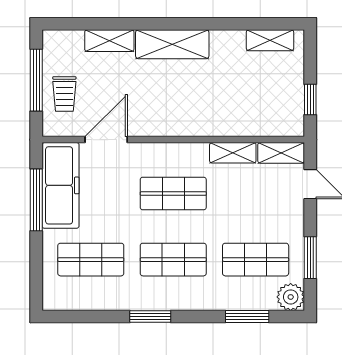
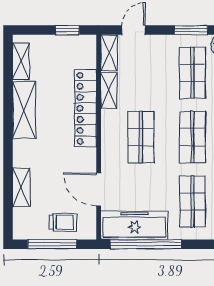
shelving: (172, 44) -> (24, 110), moved
locker: (210, 123) -> (85, 108), added
window: (36, 200) -> (146, 244), width x1.46

